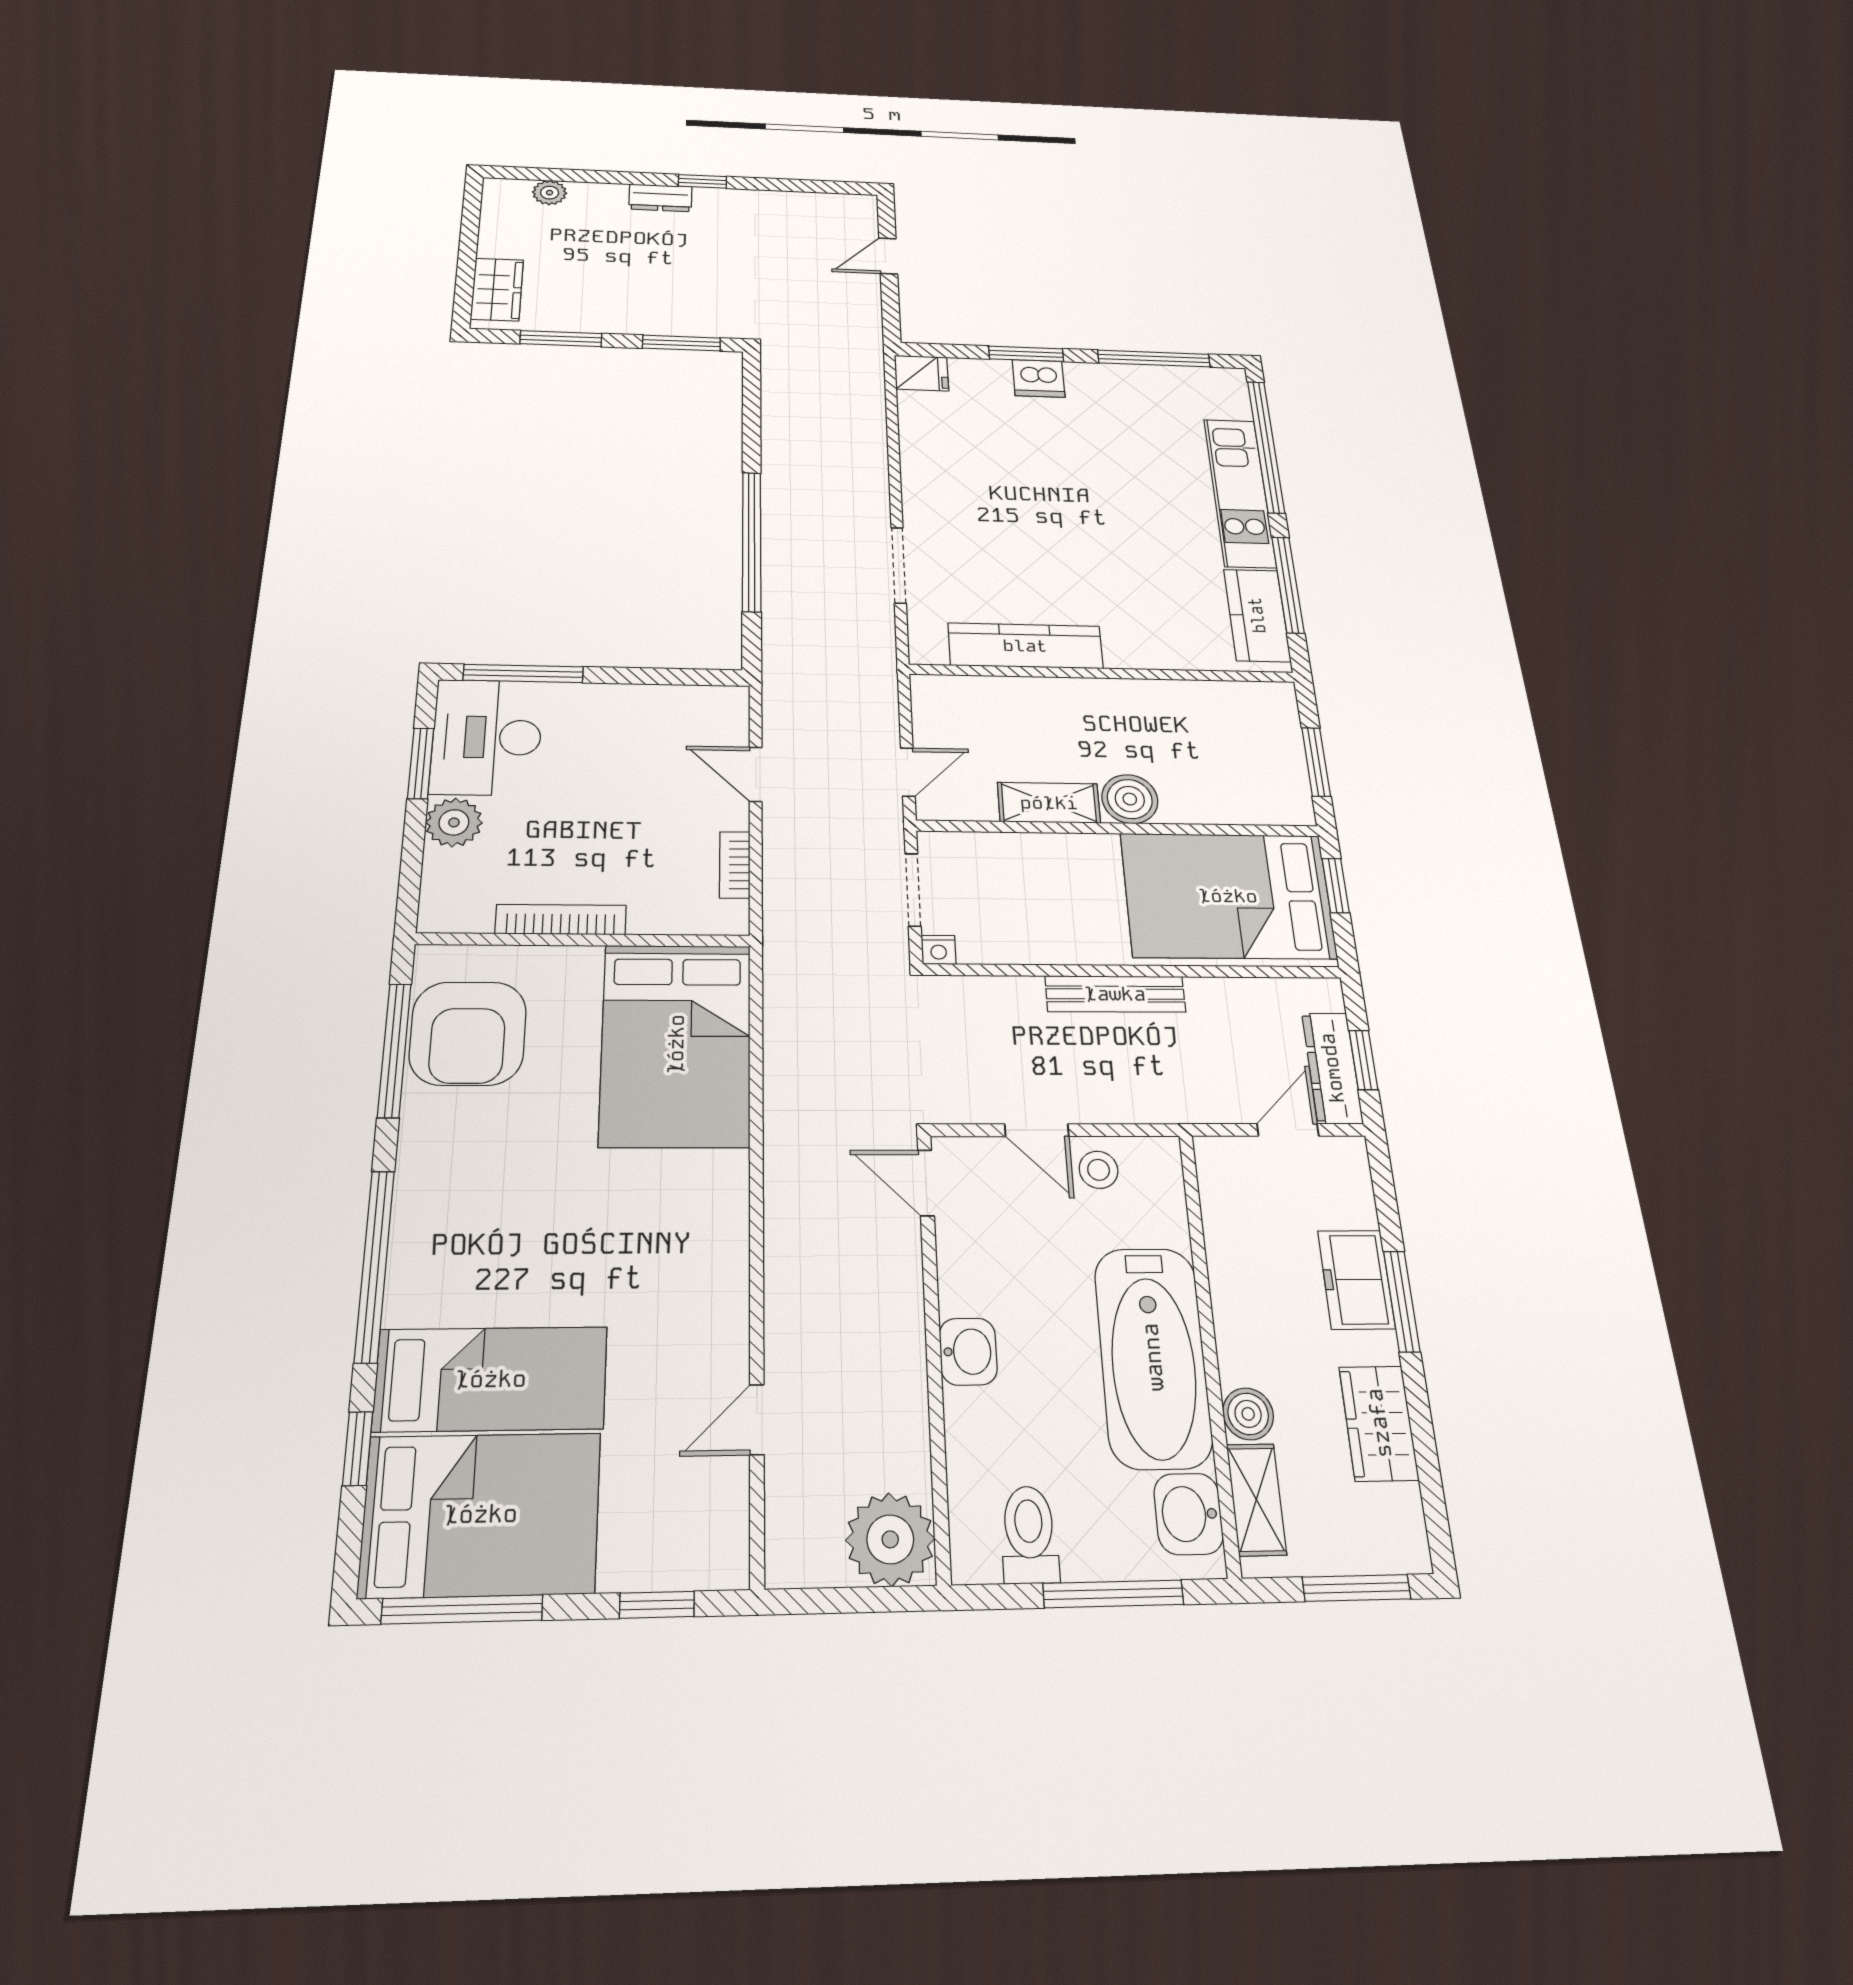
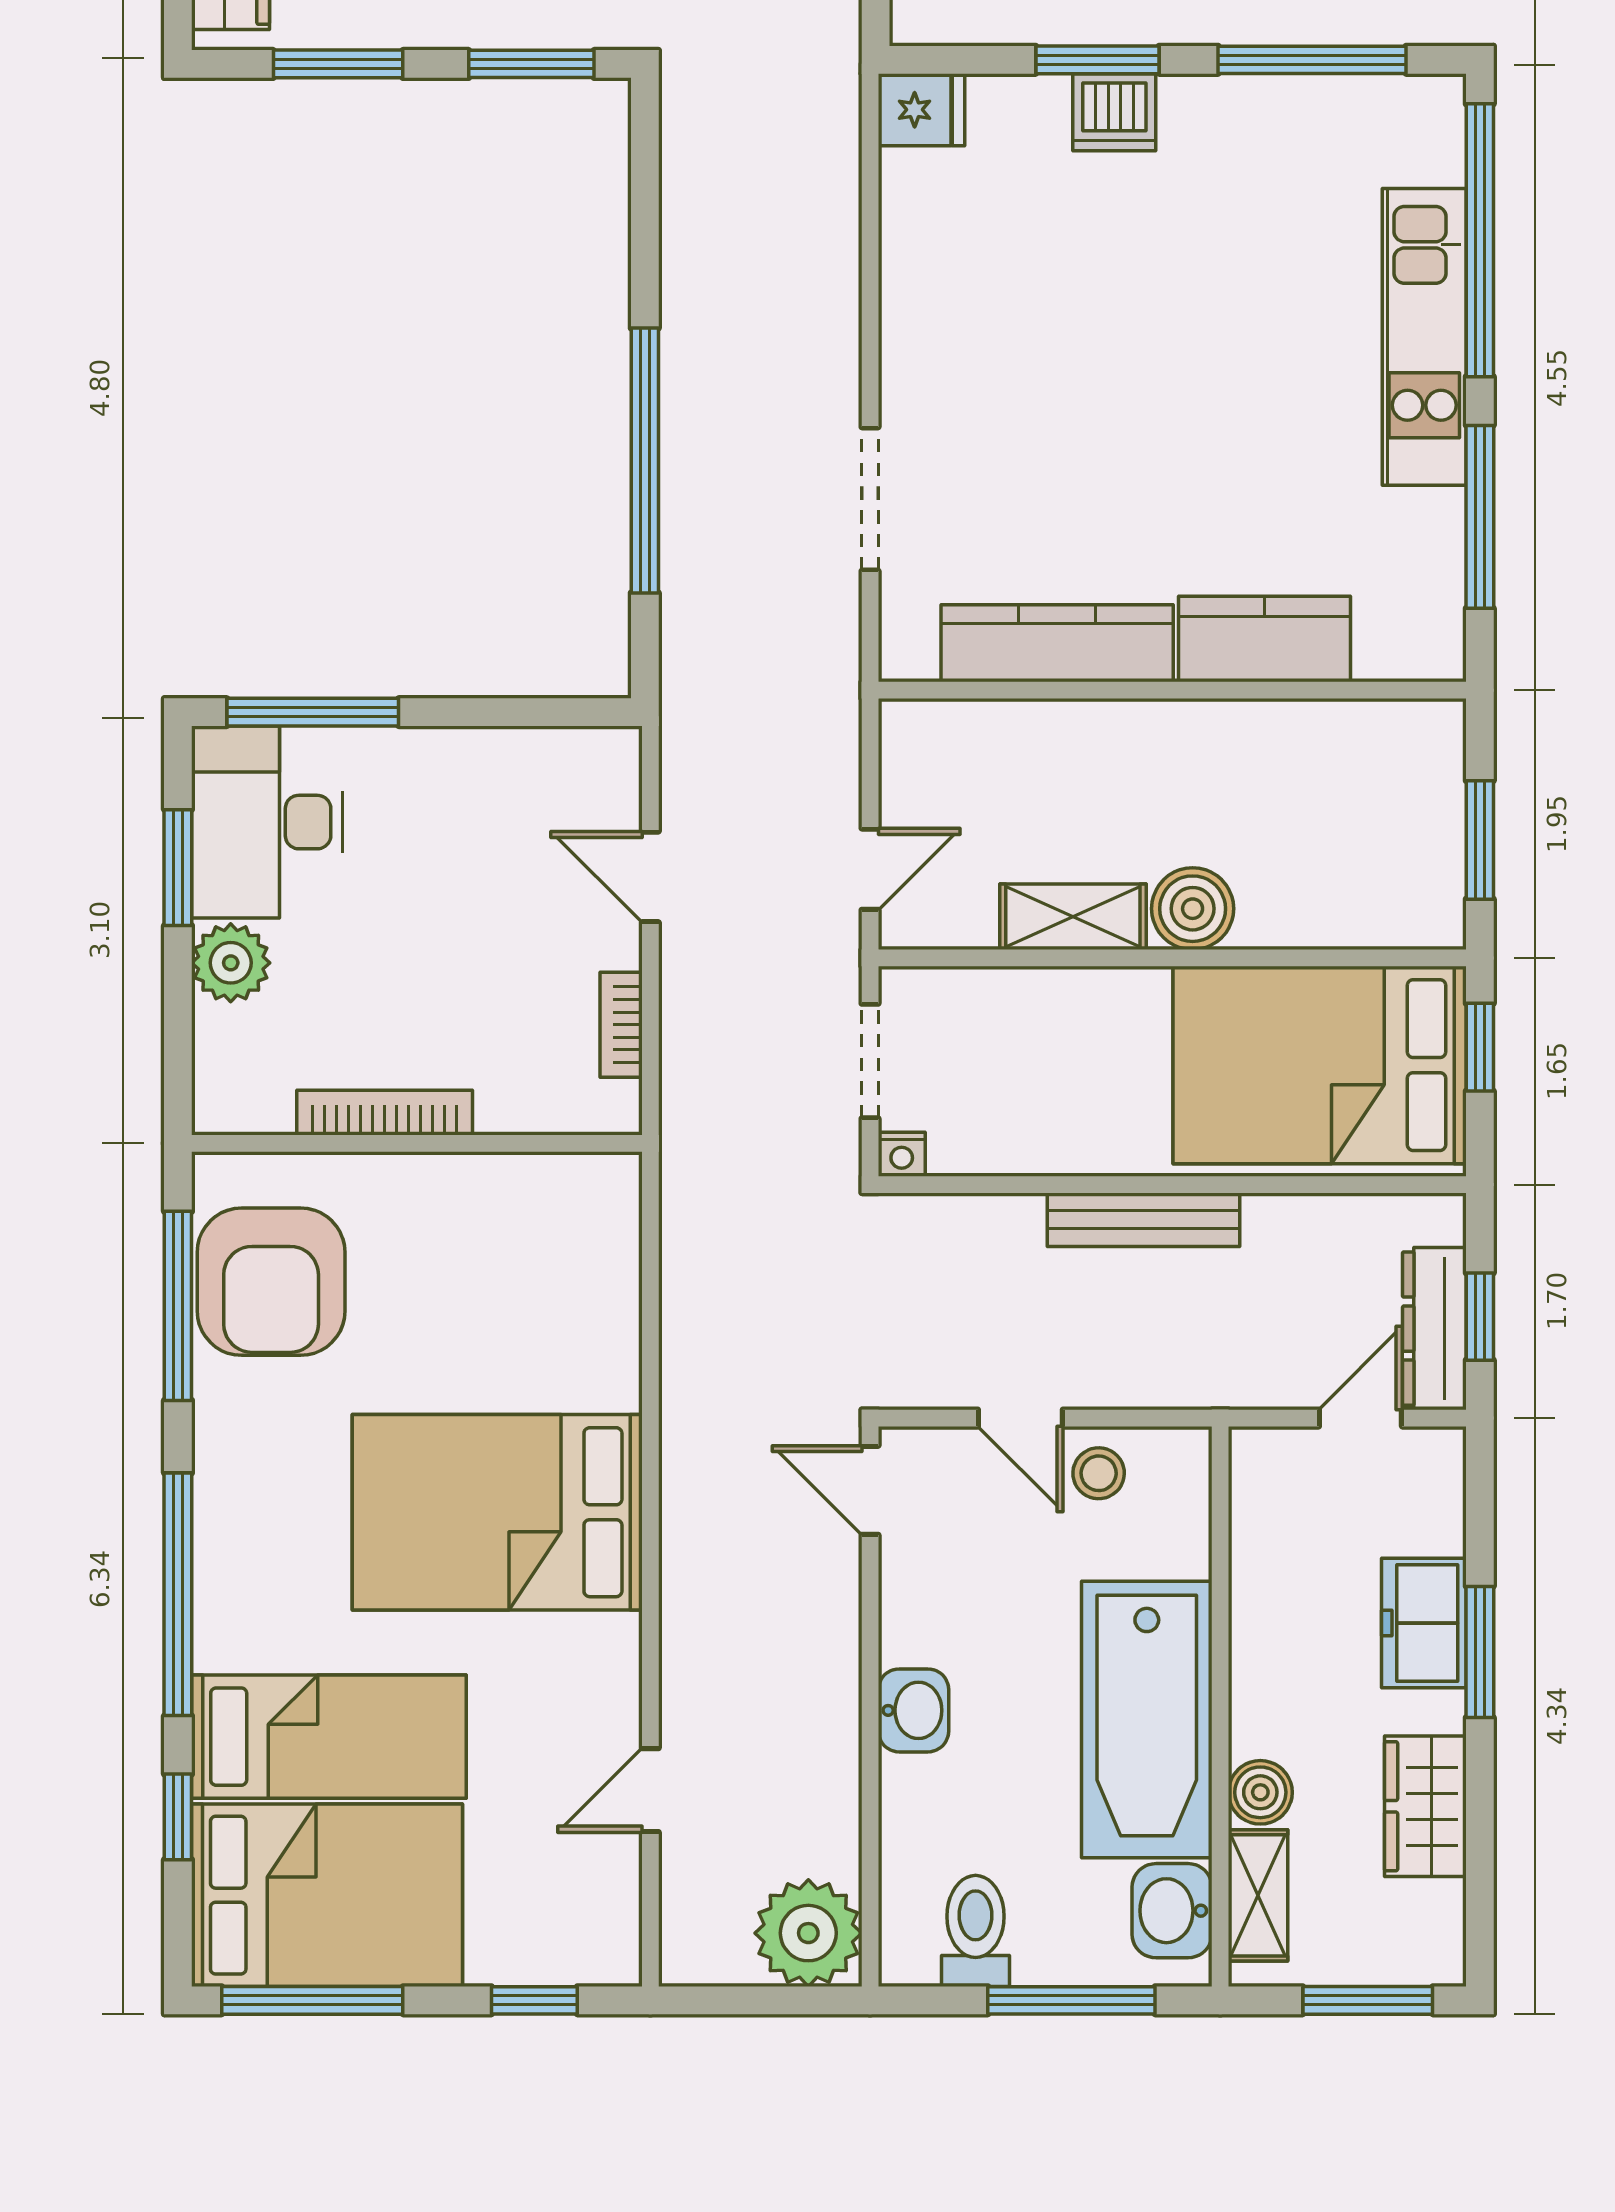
kitchen counter: (1257, 615) -> (1265, 639), moved, turned 90
bed: (676, 1044) -> (497, 1512), moved, turned 90

